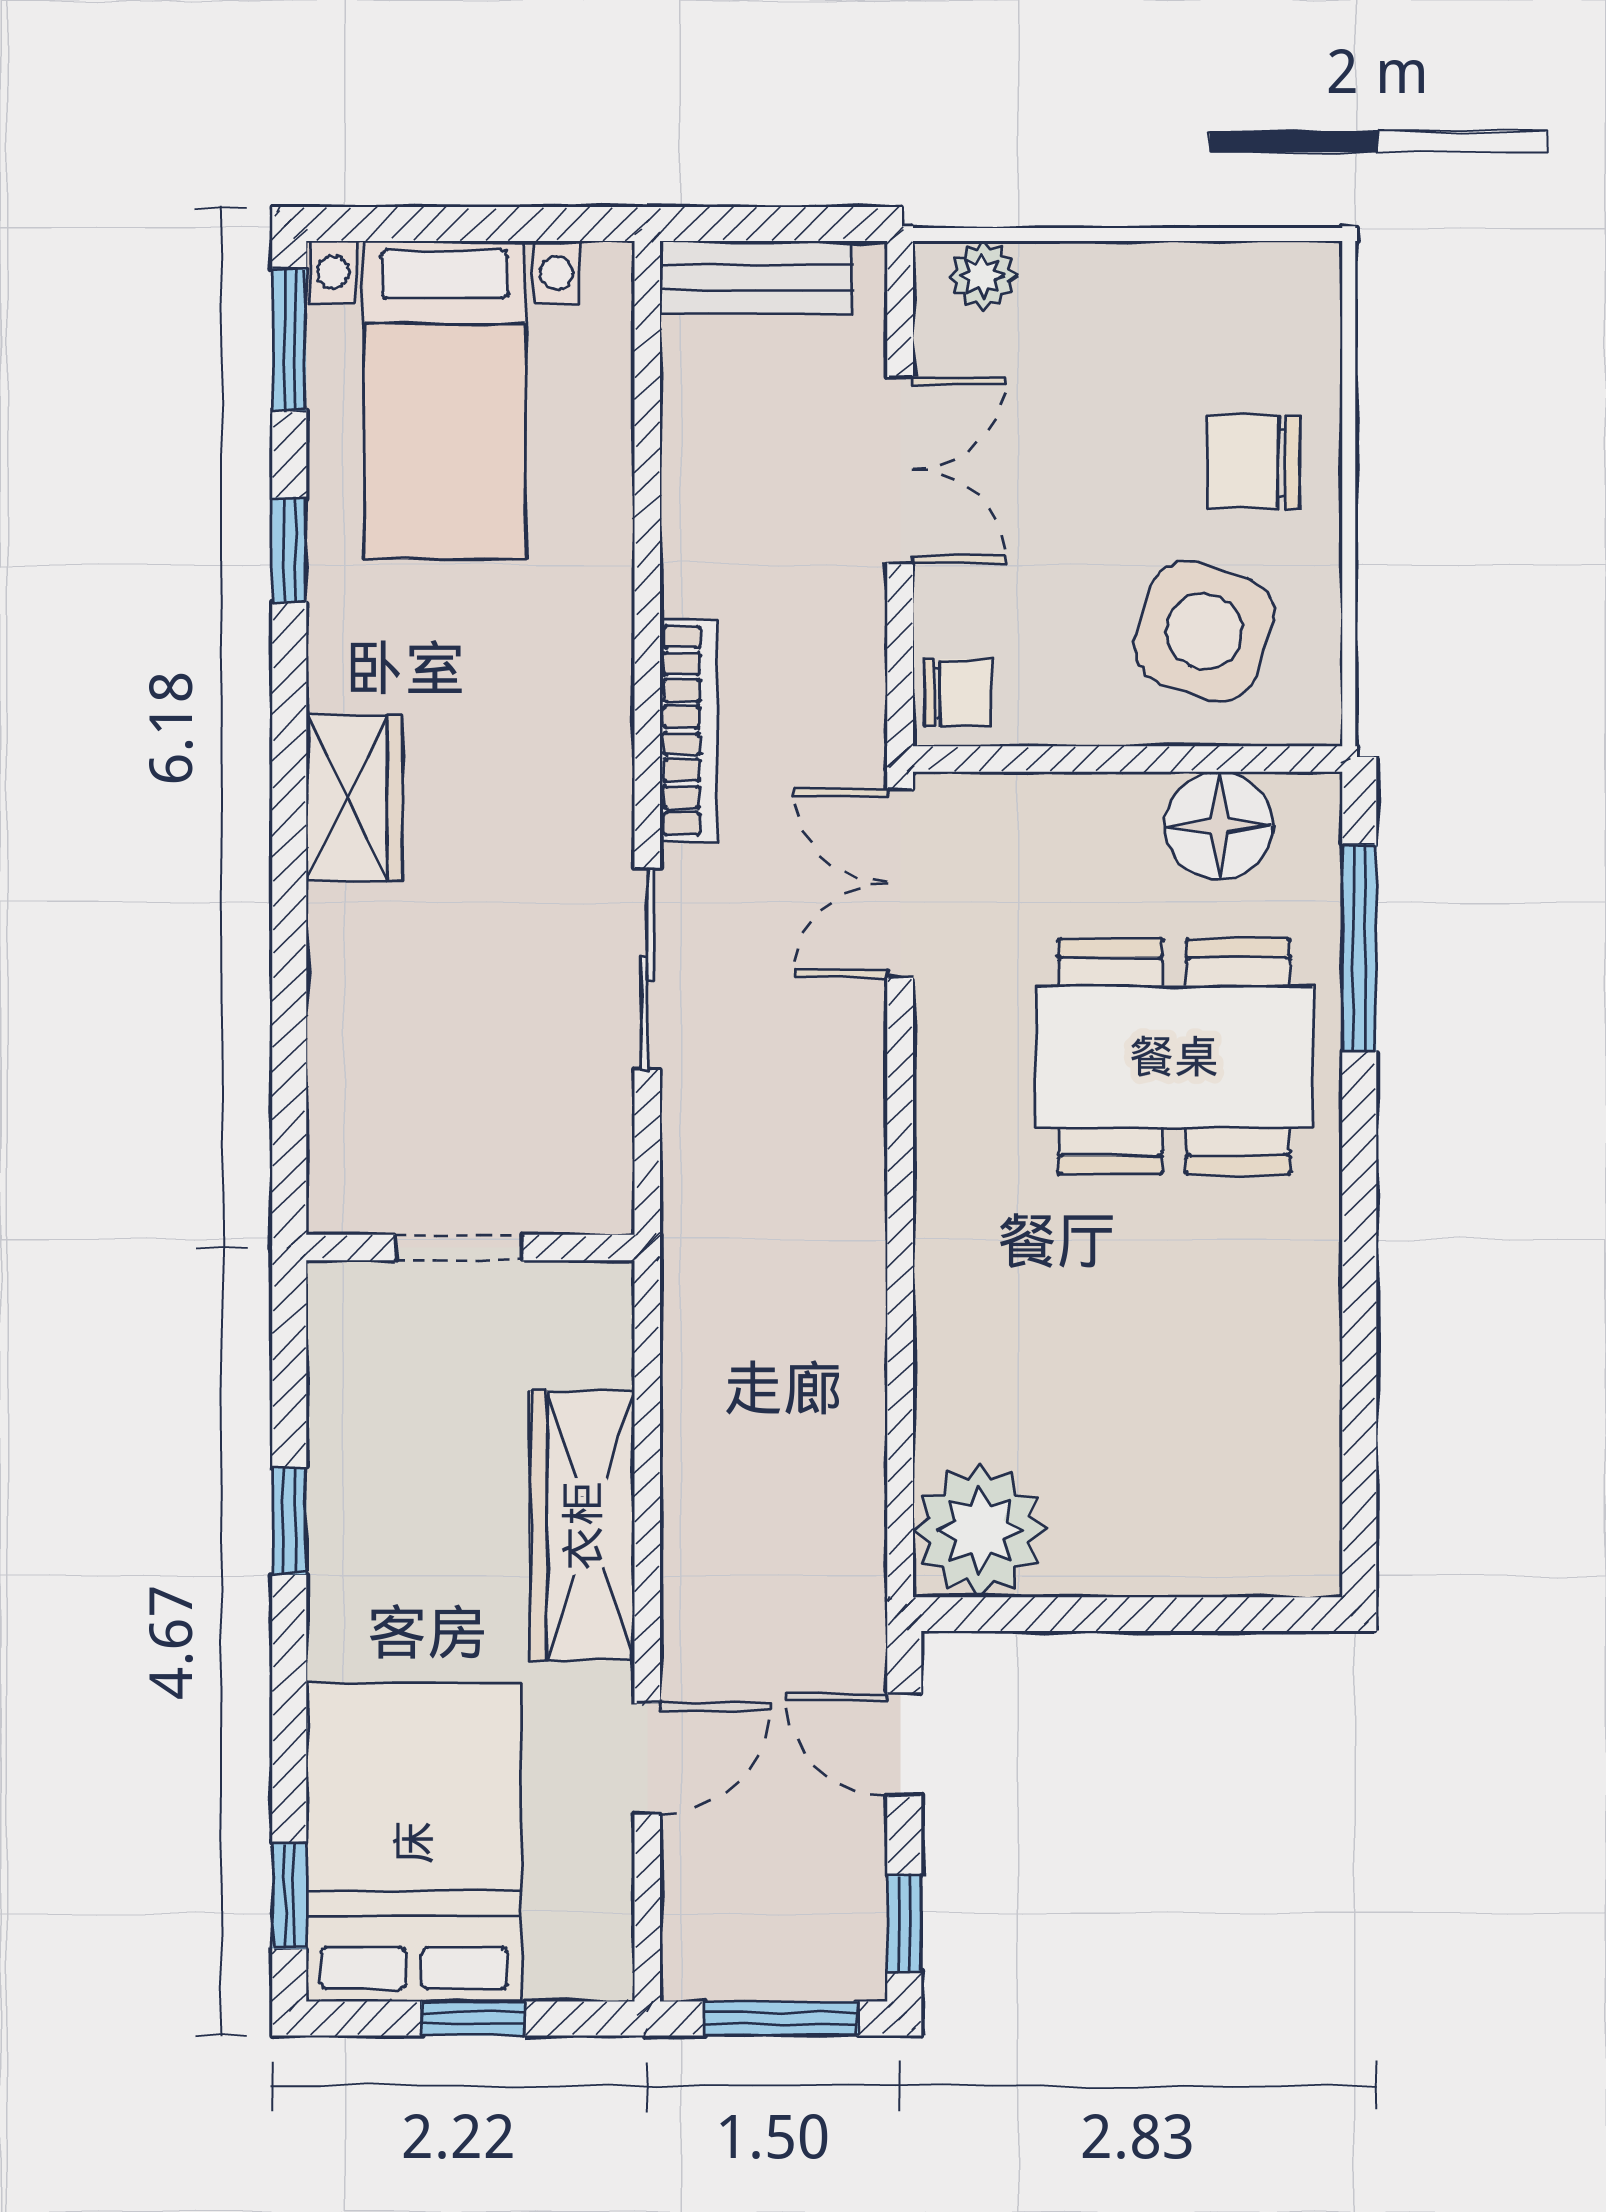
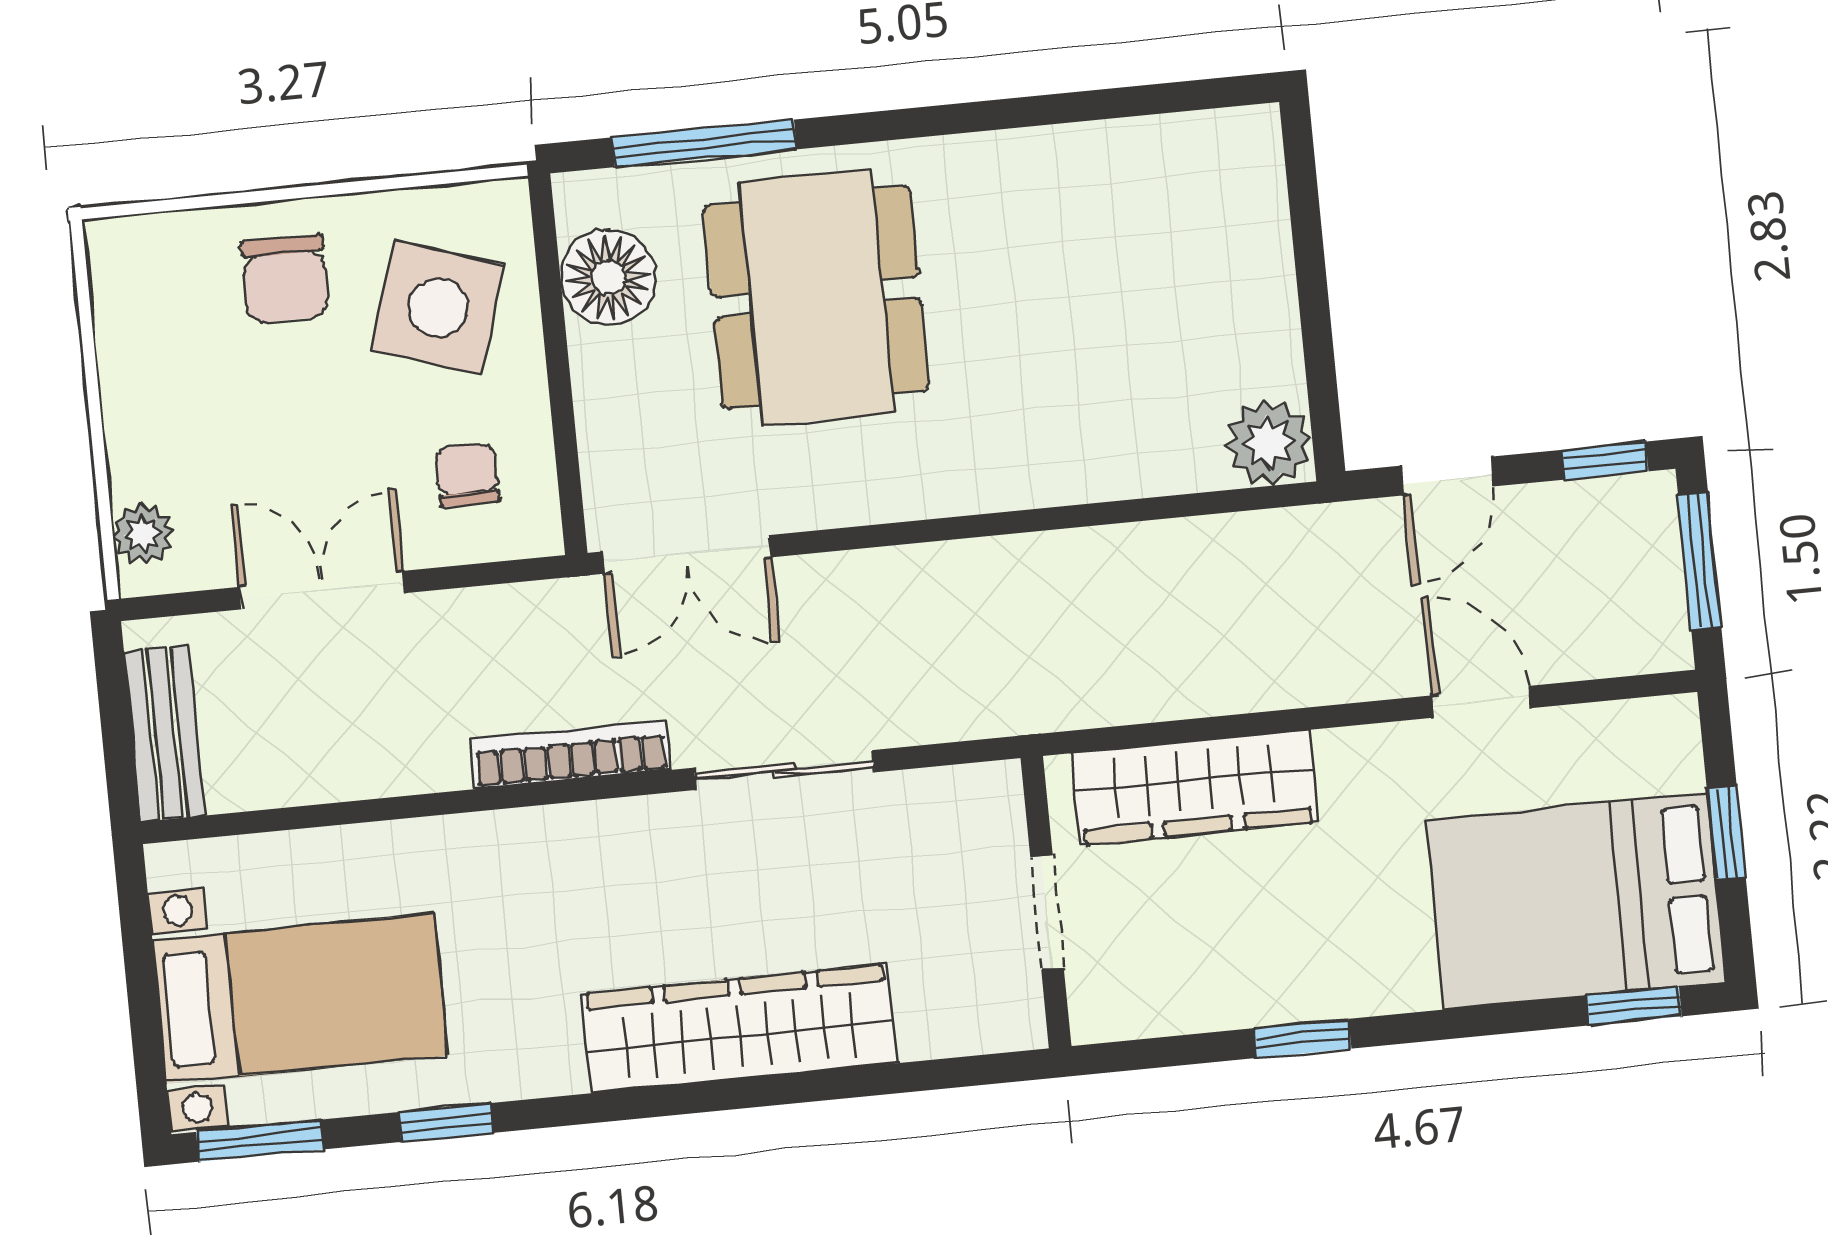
chair: (958, 693) -> (467, 475), moved
wardrobe: (354, 798) -> (739, 1028), width x2.10, depth x1.17
wardrobe: (583, 1526) -> (1195, 788), moved
plant: (980, 1530) -> (1269, 442), width x0.73, depth x0.73

